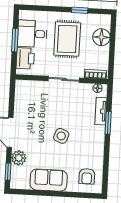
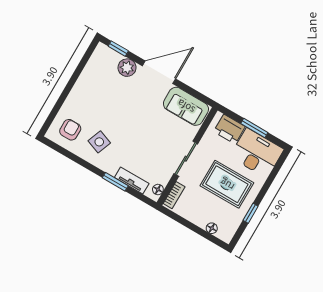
desk: (32, 34) -> (257, 153), width x1.37
floor lamp: (101, 37) -> (212, 228), width x0.53, depth x0.53
side table: (61, 136) -> (99, 142), moved
armchair: (87, 176) -> (70, 130), turned 90
sofa: (49, 180) -> (186, 106), moved, turned 90

